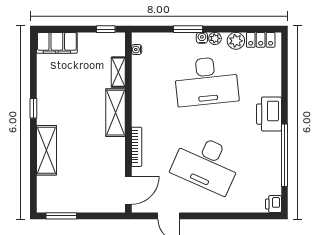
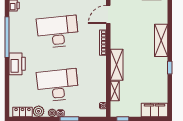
desk: (206, 164) -> (58, 32), turned -30

